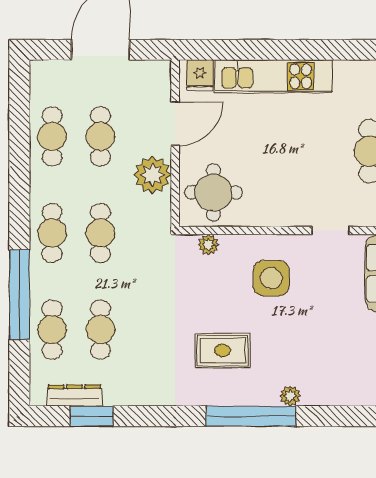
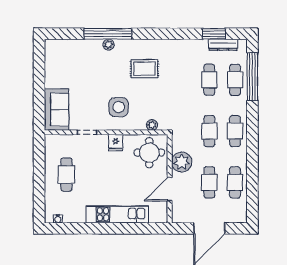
fridge: (200, 75) -> (116, 143), moved, turned 180
window: (19, 295) -> (252, 77), moved
window: (251, 416) -> (108, 34), moved

